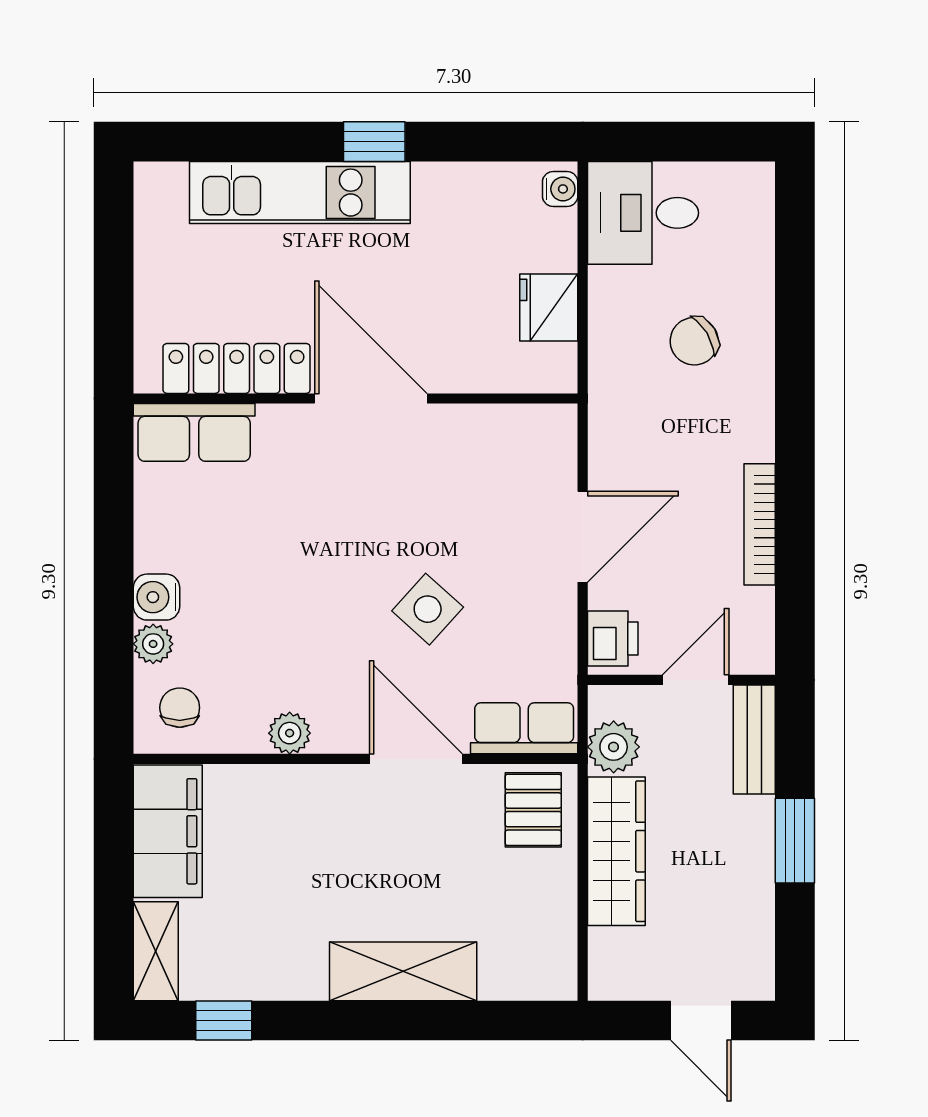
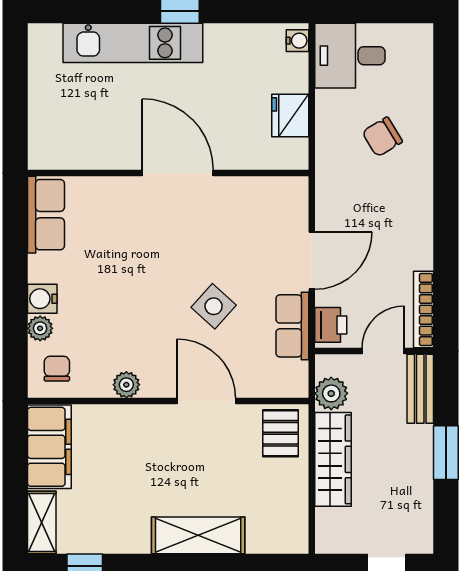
locker: (237, 368) -> (93, 154), removed
row of seats: (194, 432) -> (46, 215), moved, turned -90
bookcase: (760, 524) -> (424, 309), moved
row of seats: (524, 728) -> (292, 326), moved, turned -90

